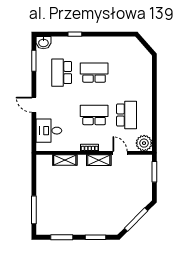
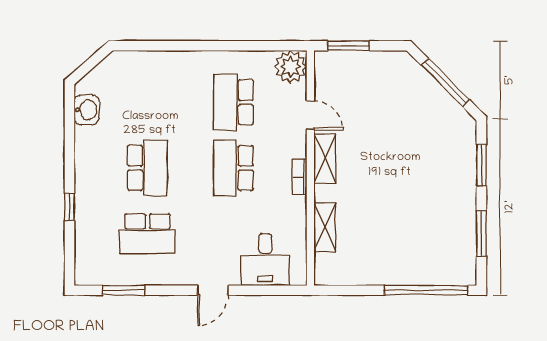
washbasin: (43, 43) -> (87, 110), moved
school desk: (94, 73) -> (147, 168), turned 180
school desk: (126, 115) -> (234, 102), turned -90
door: (120, 153) -> (310, 115), swing flipped
window: (34, 210) -> (426, 290), width x1.46

